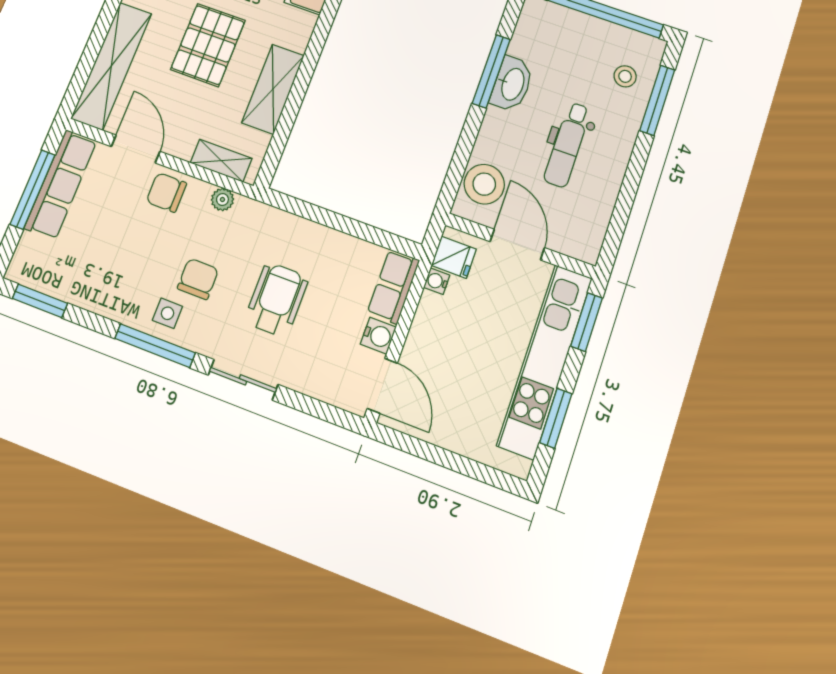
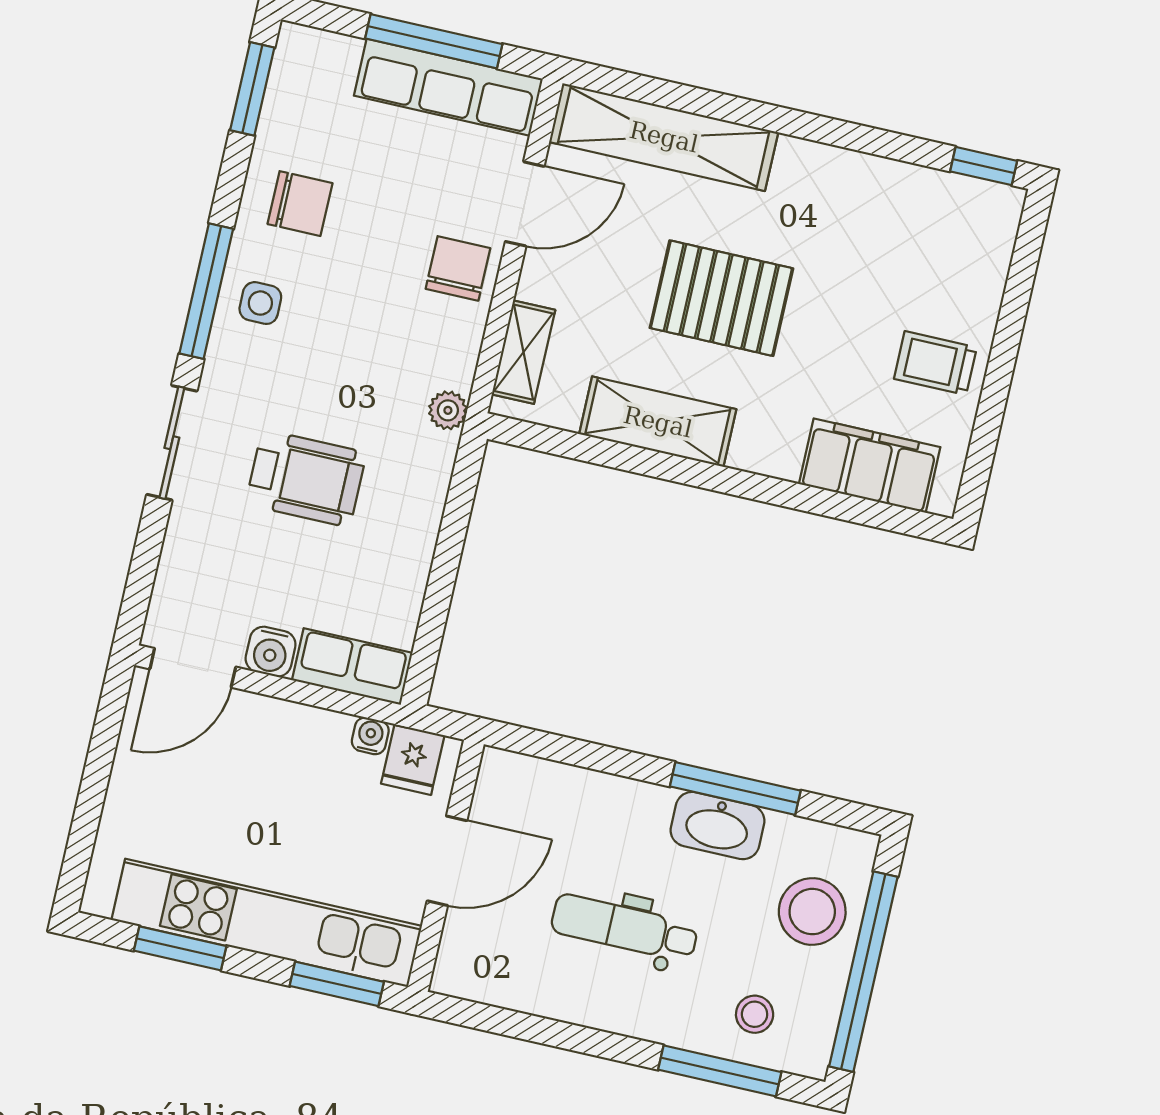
stool: (484, 184) -> (812, 912), moved
plant: (222, 200) -> (448, 410), moved
chair: (198, 279) -> (300, 204), moved

